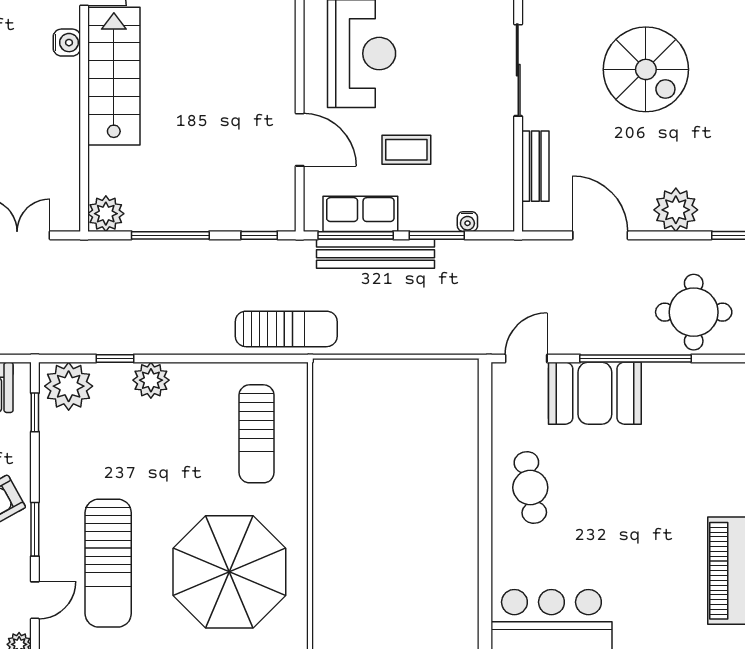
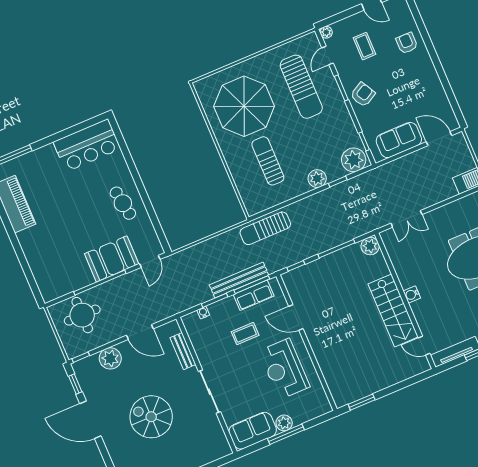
water cooler: (67, 43) -> (412, 294), moved
sun lounger: (257, 434) -> (268, 161), moved
sun lounger: (108, 563) -> (301, 87), turned 180

